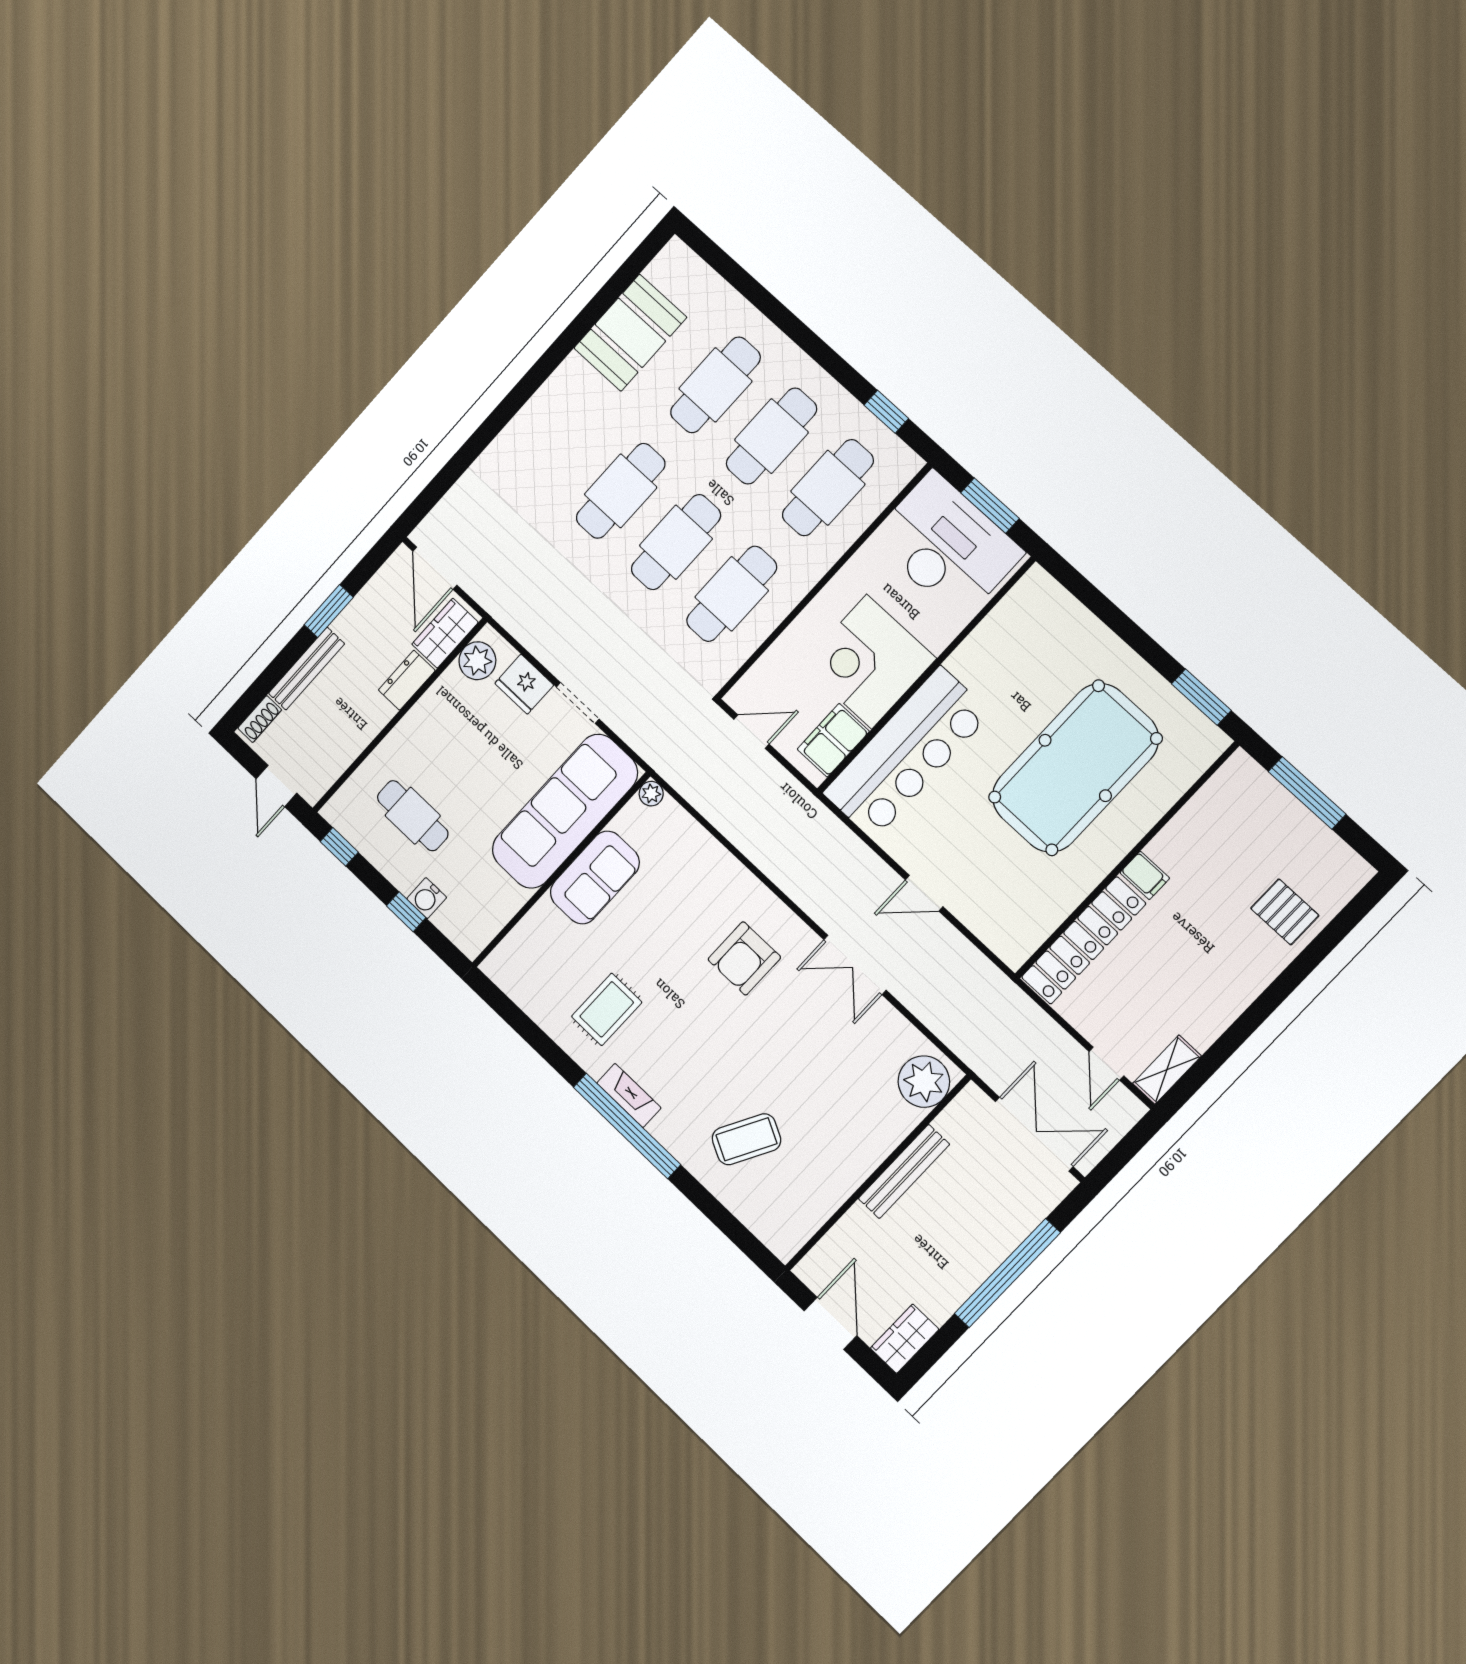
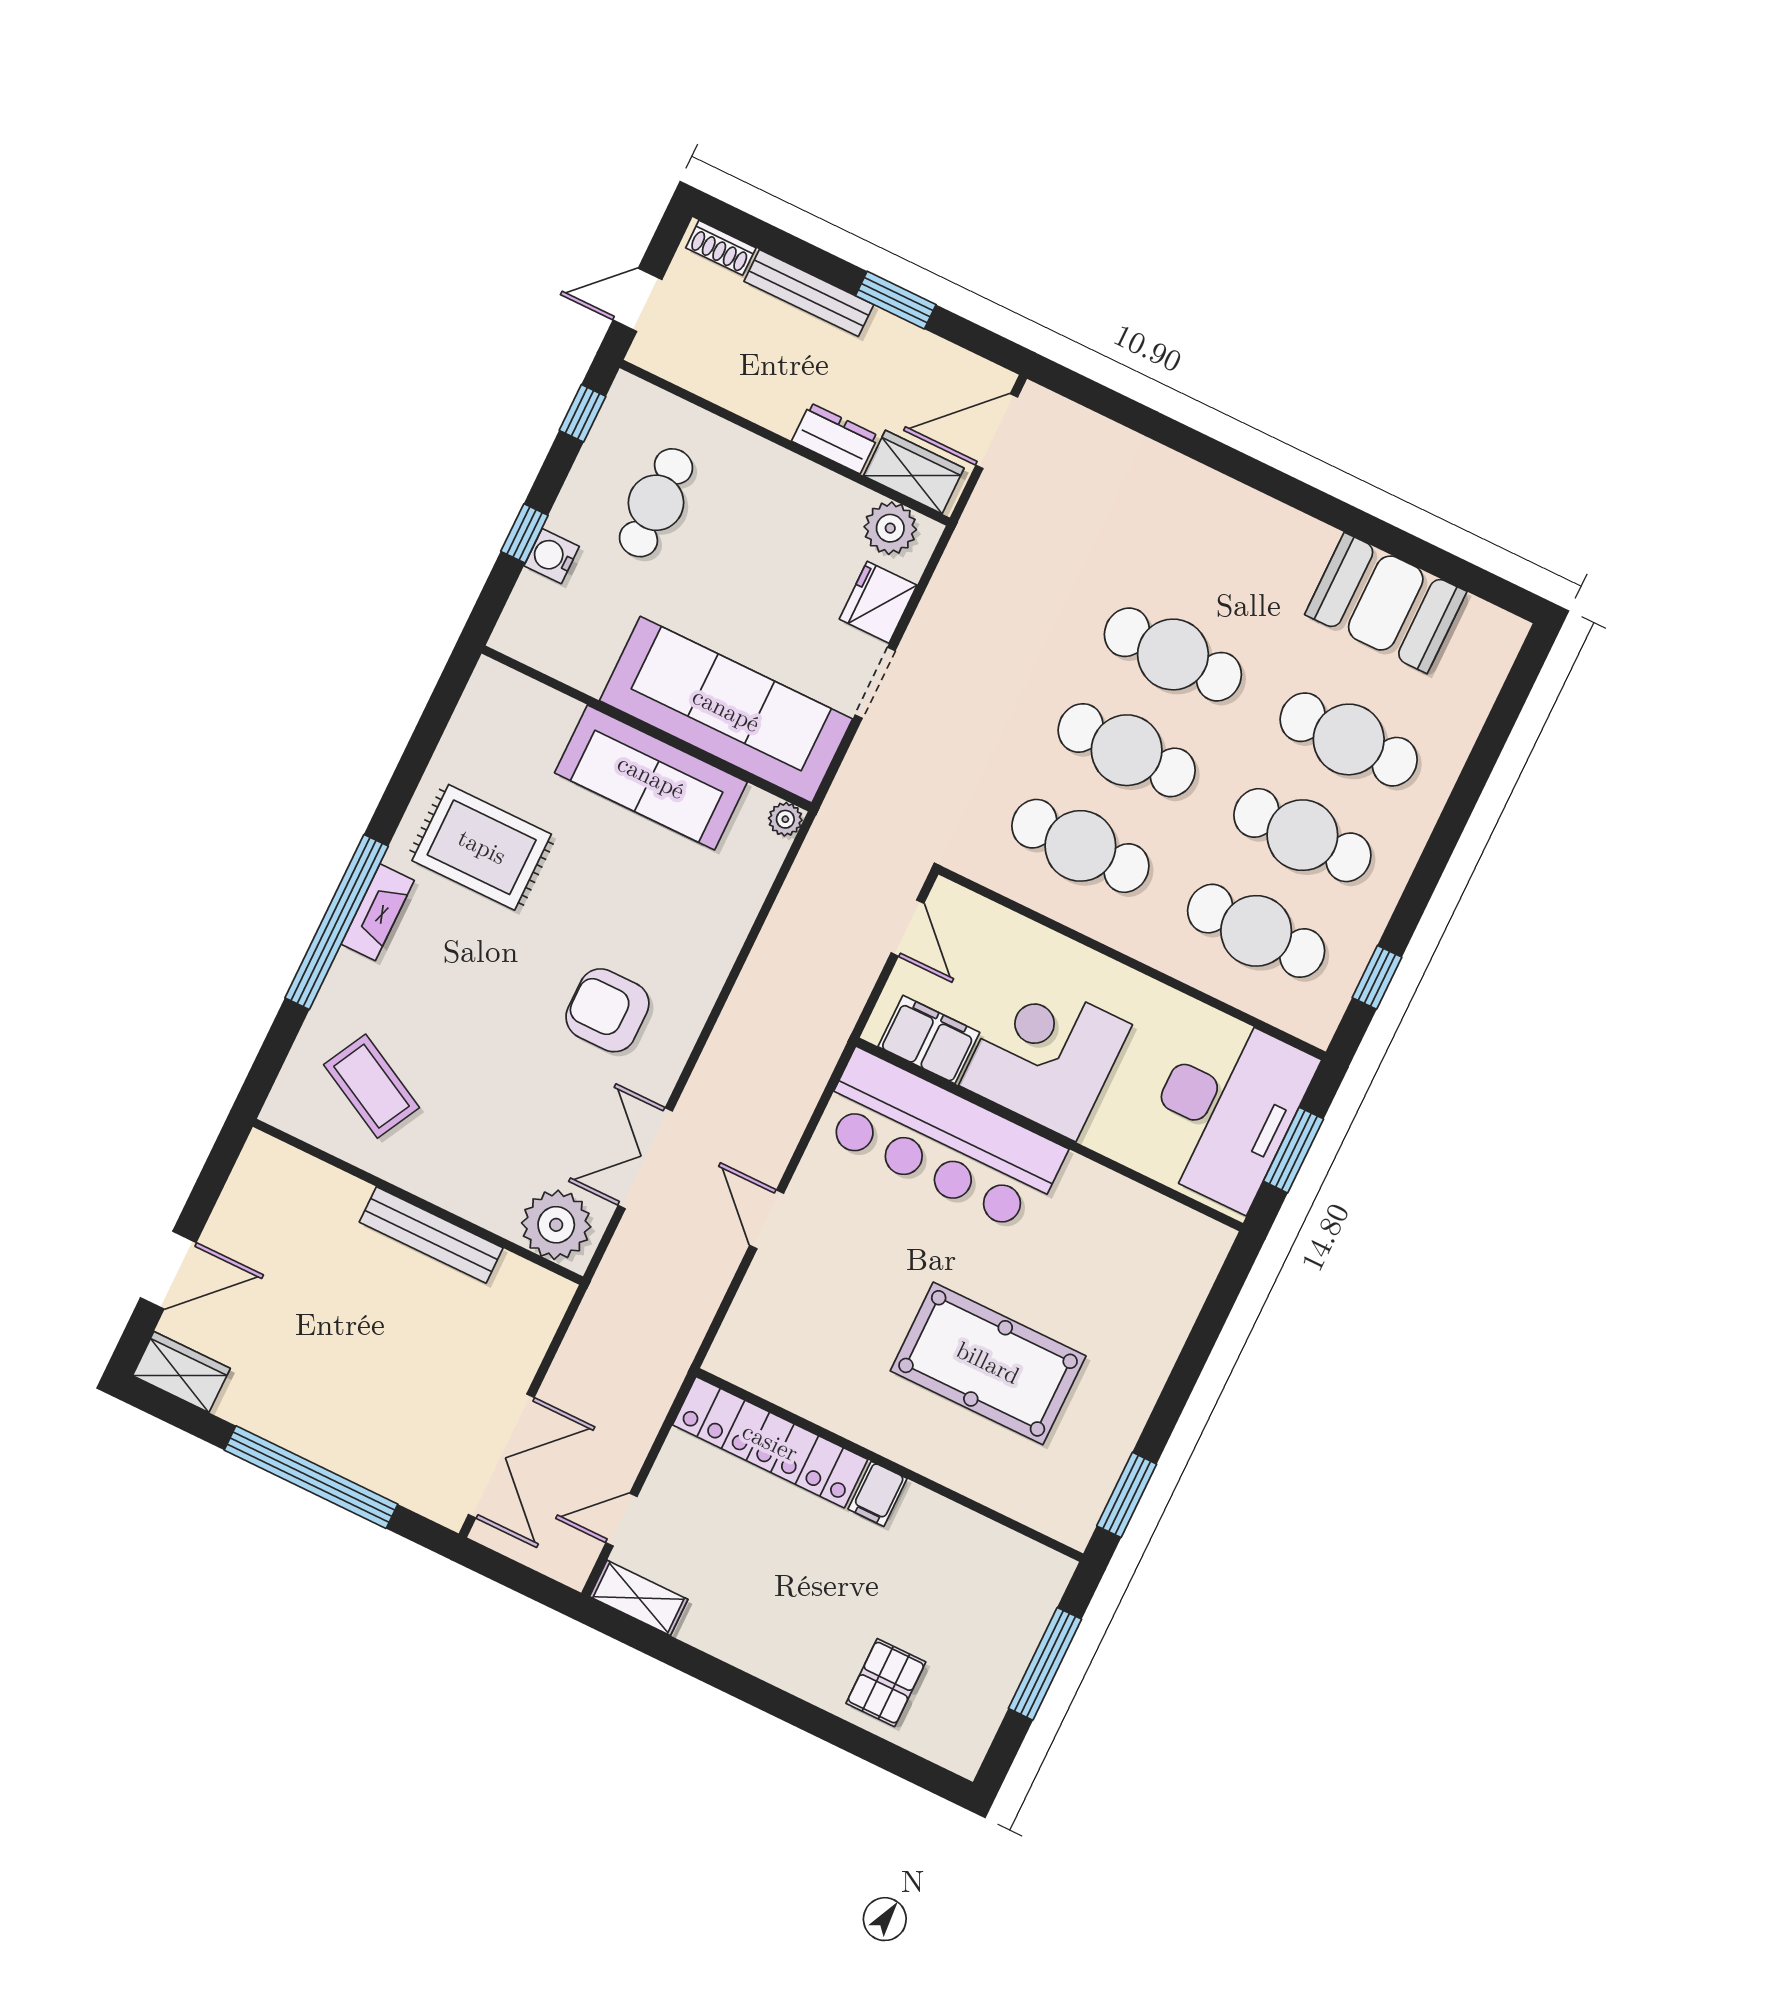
pool table: (1075, 768) -> (988, 1363), width x0.73, depth x0.76
sofa: (595, 878) -> (651, 777), width x1.36
rug: (607, 1009) -> (482, 847), width x1.36, depth x1.43
plant: (924, 1082) -> (556, 1225), moved
bench: (904, 1172) -> (431, 1235), moved
wall: (878, 1173) -> (418, 1202), moved

